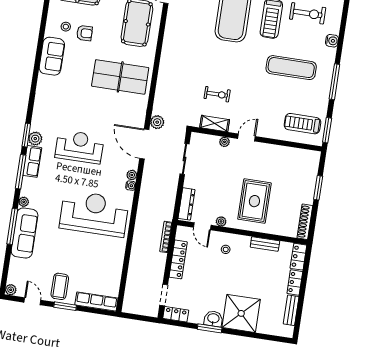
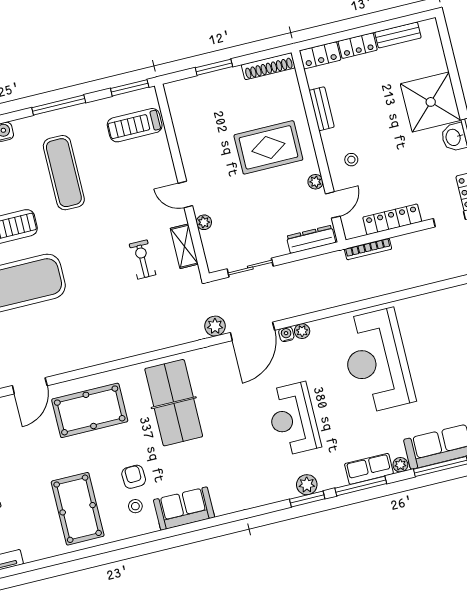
treadmill: (303, 124) -> (135, 125), turned 90
row of seats: (32, 161) -> (369, 469), moved
water cooler: (131, 186) -> (286, 334), moved

